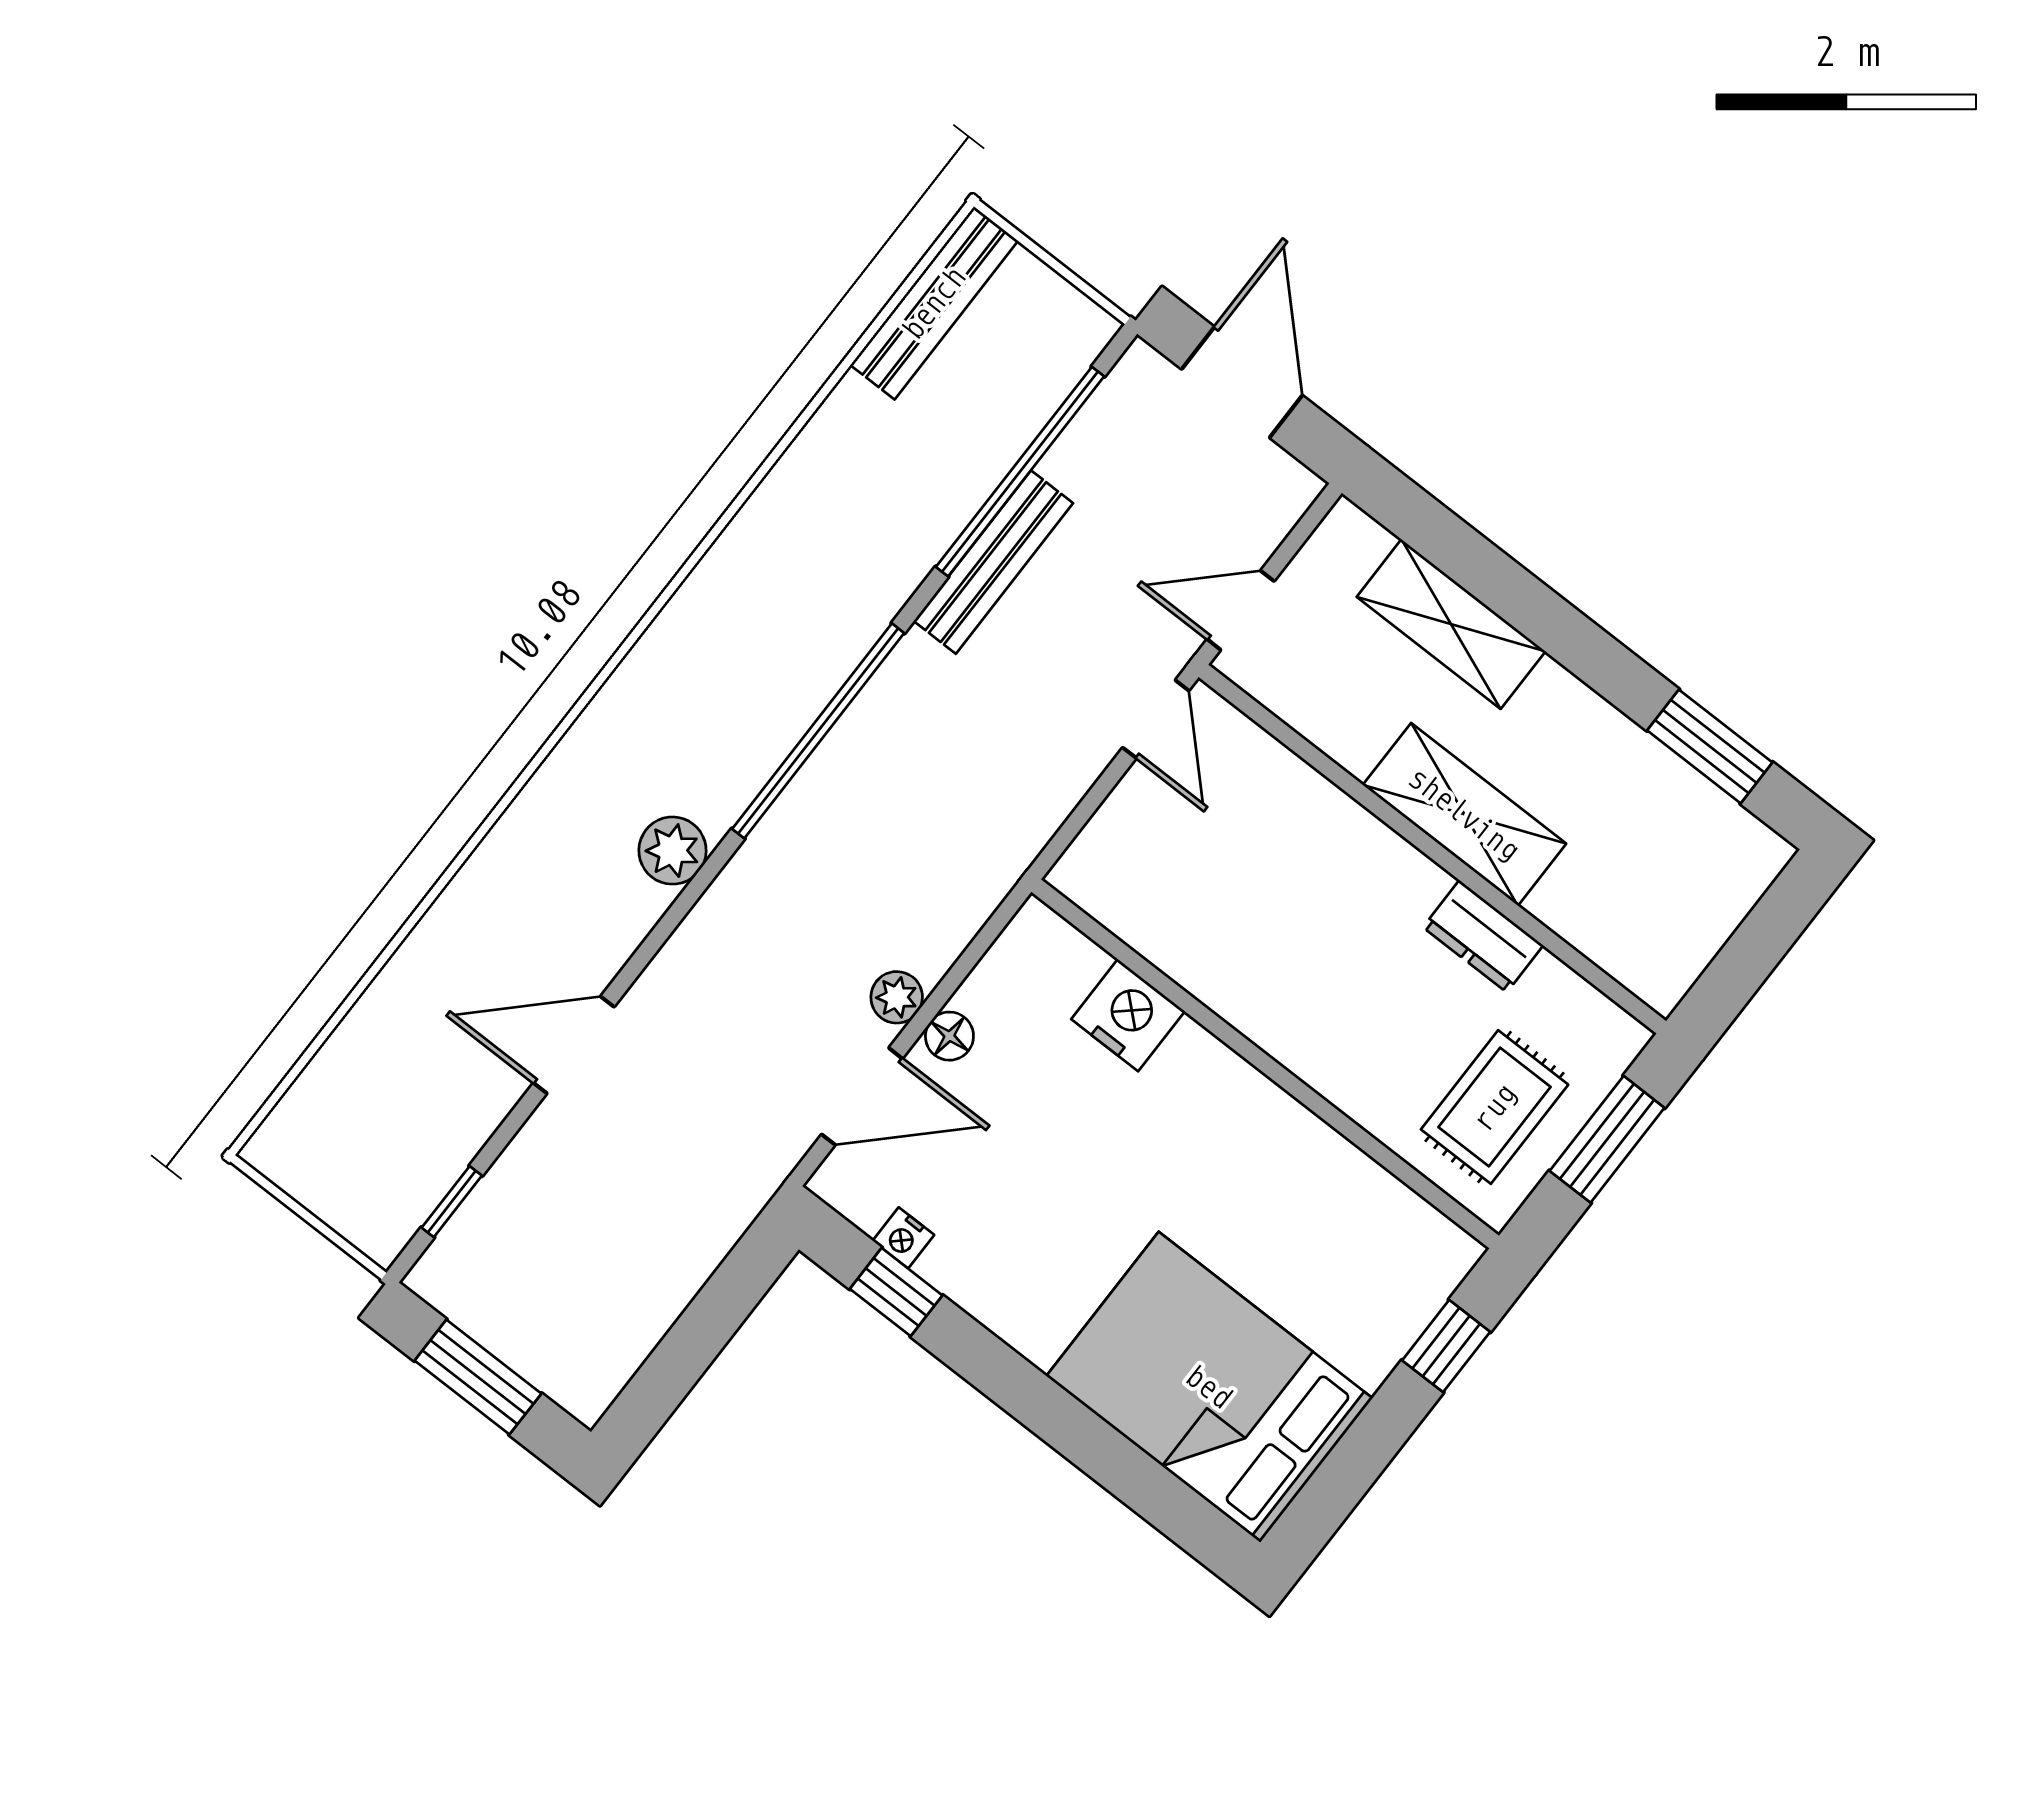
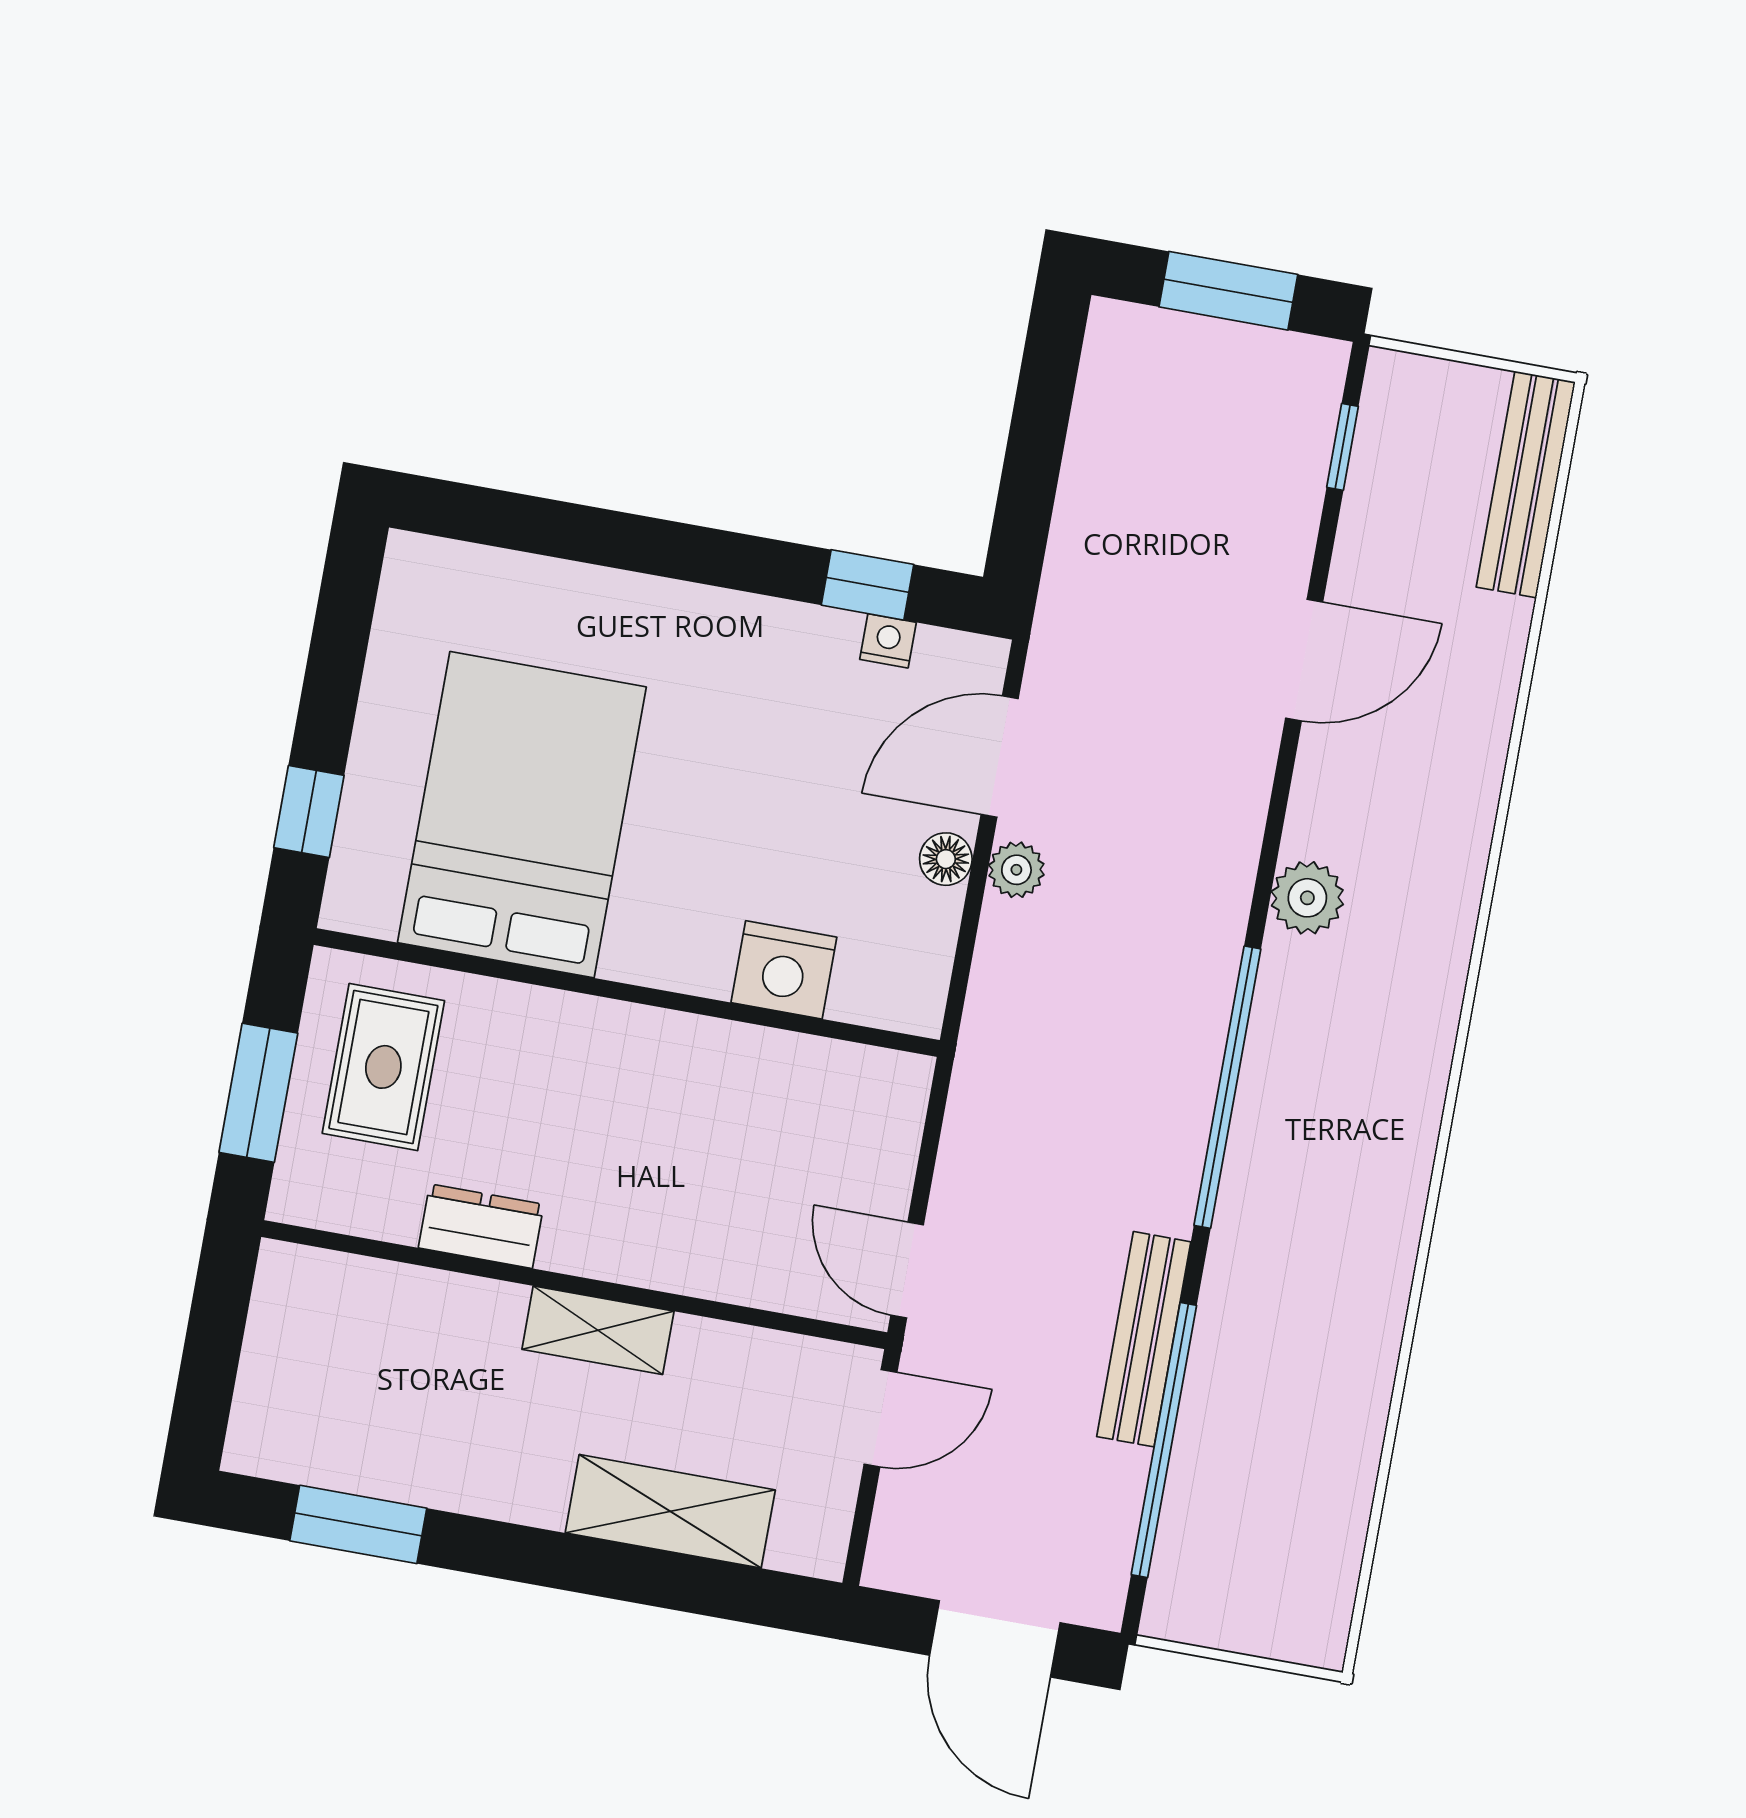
bench: (934, 303) -> (1526, 484), moved
shelving: (1464, 814) -> (598, 1330), width x0.67, depth x0.75
bed: (1209, 1387) -> (522, 815), moved, turned -90

